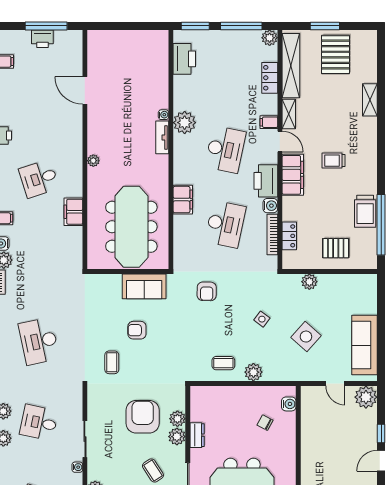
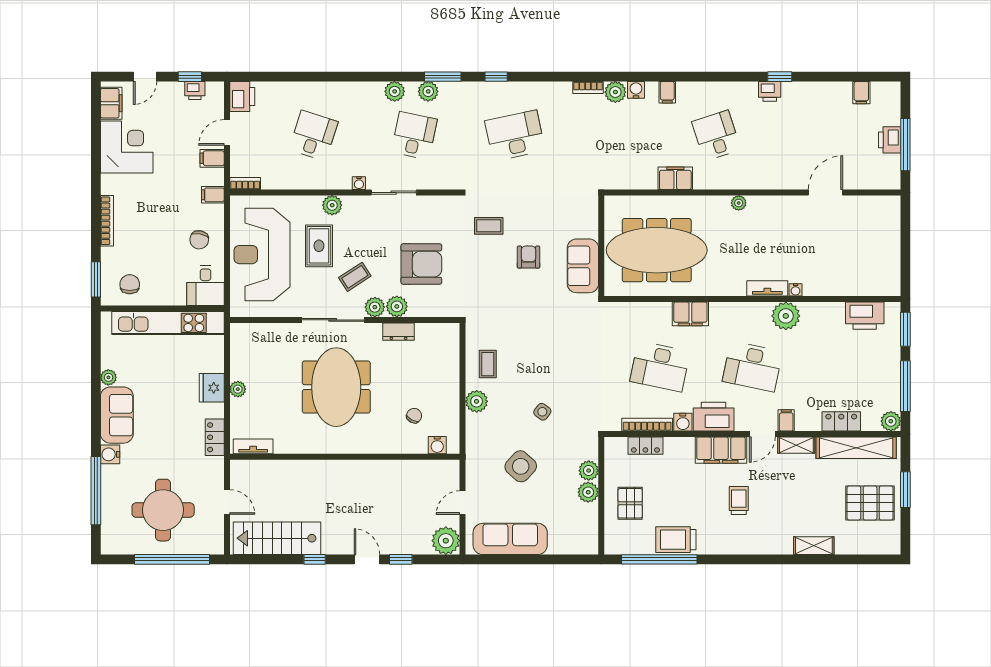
plant: (327, 282) -> (588, 492), added
armchair: (207, 291) -> (577, 343), removed
plant: (177, 419) -> (375, 307), moved

